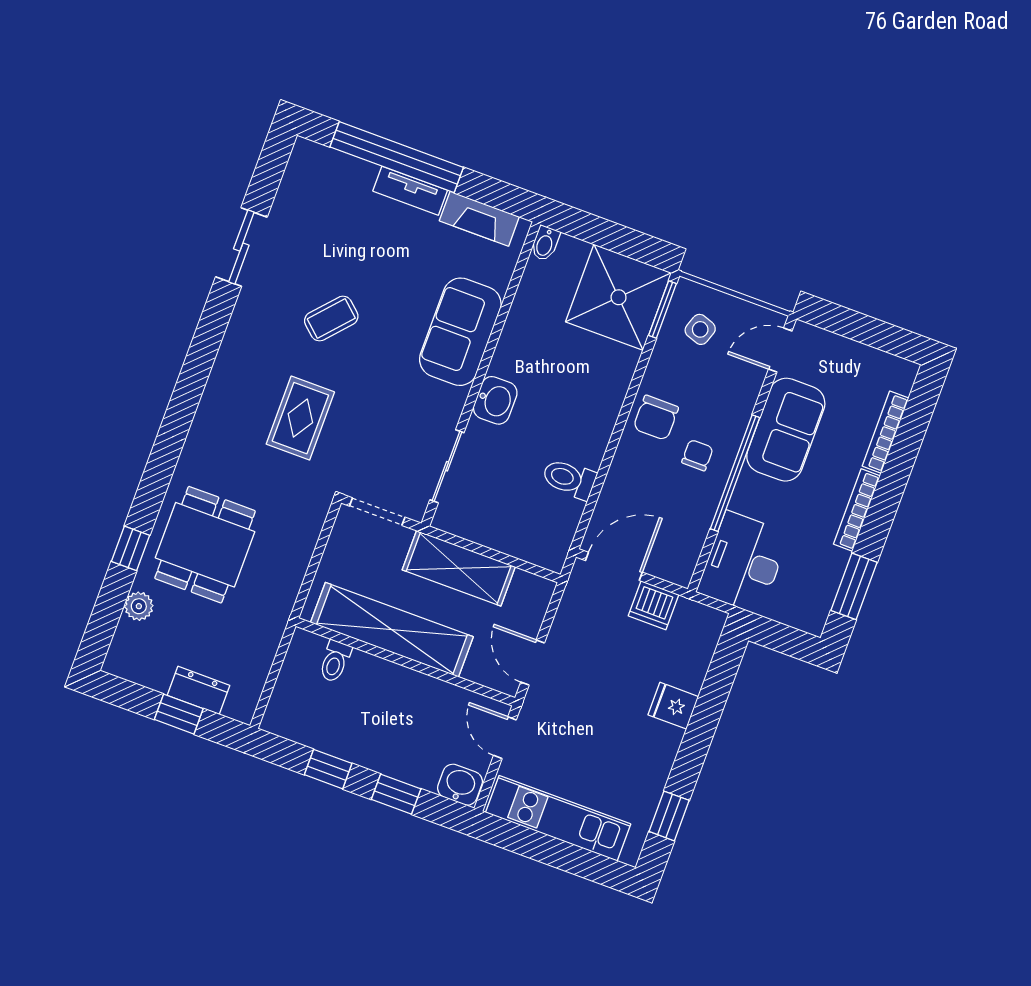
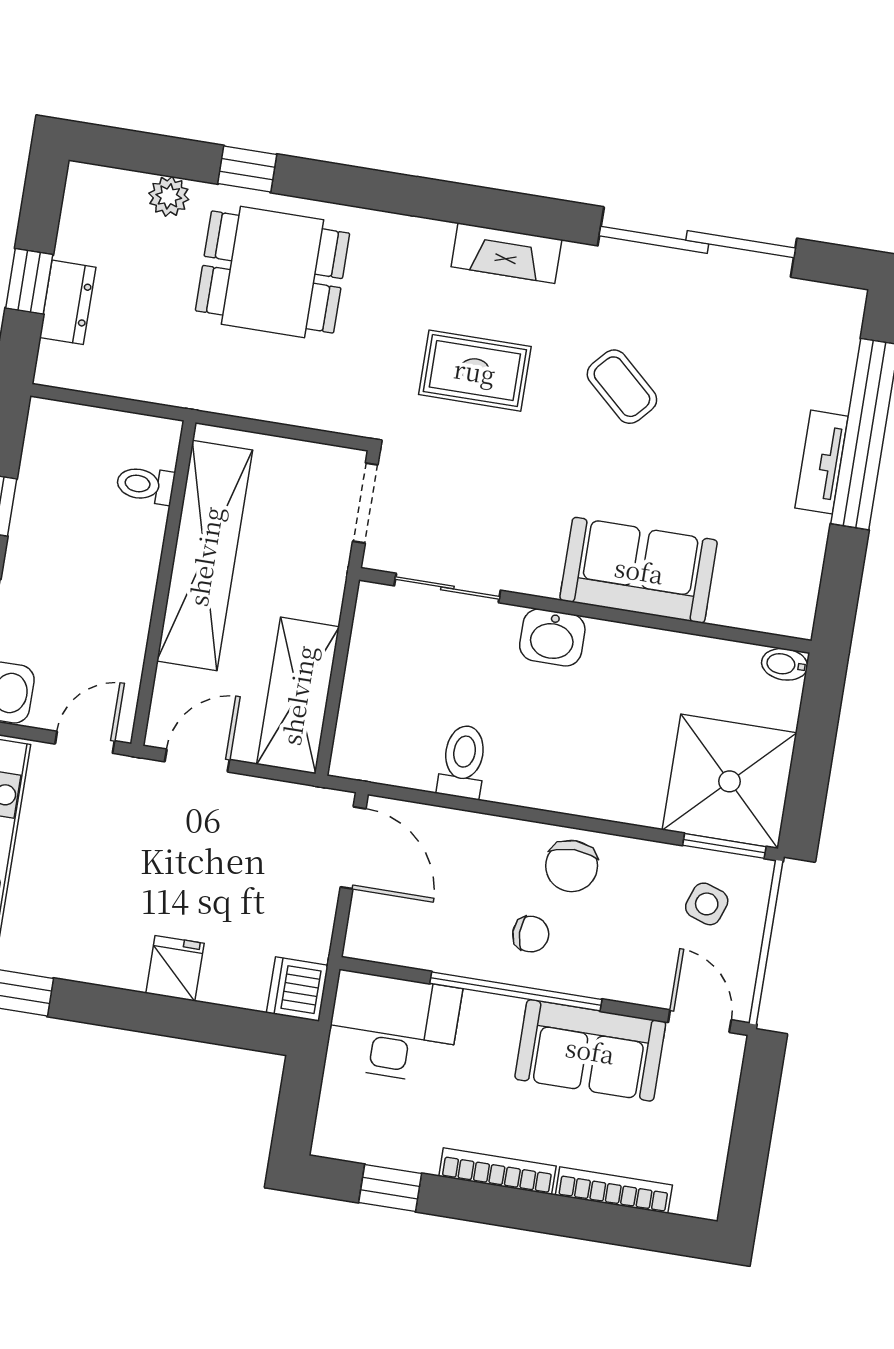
fireplace: (479, 219) -> (506, 253), moved, turned -90
sliding door: (241, 247) -> (697, 242), width x1.86
chair: (656, 418) -> (572, 866), turned -90
shelving: (459, 568) -> (298, 695), moved
window: (854, 586) -> (390, 1188), width x0.67
dishwasher: (654, 605) -> (297, 989), moved

